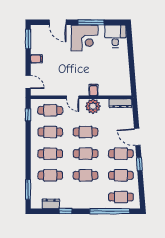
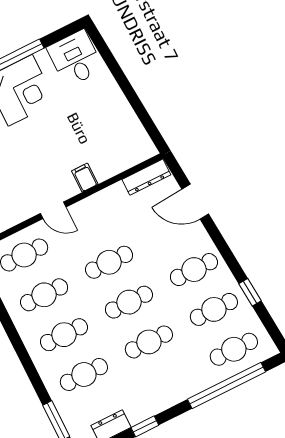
plant: (93, 106) -> (99, 208), removed
door: (137, 137) -> (195, 202), moved
window: (139, 164) -> (250, 292), moved

